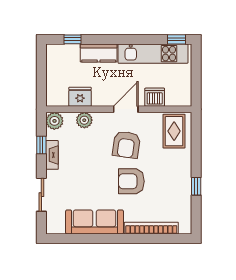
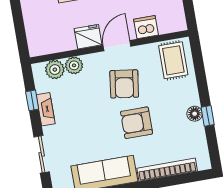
fridge: (80, 97) -> (88, 37), moved
plant: (54, 121) -> (55, 70), moved
floor lamp: (185, 182) -> (195, 114), added

